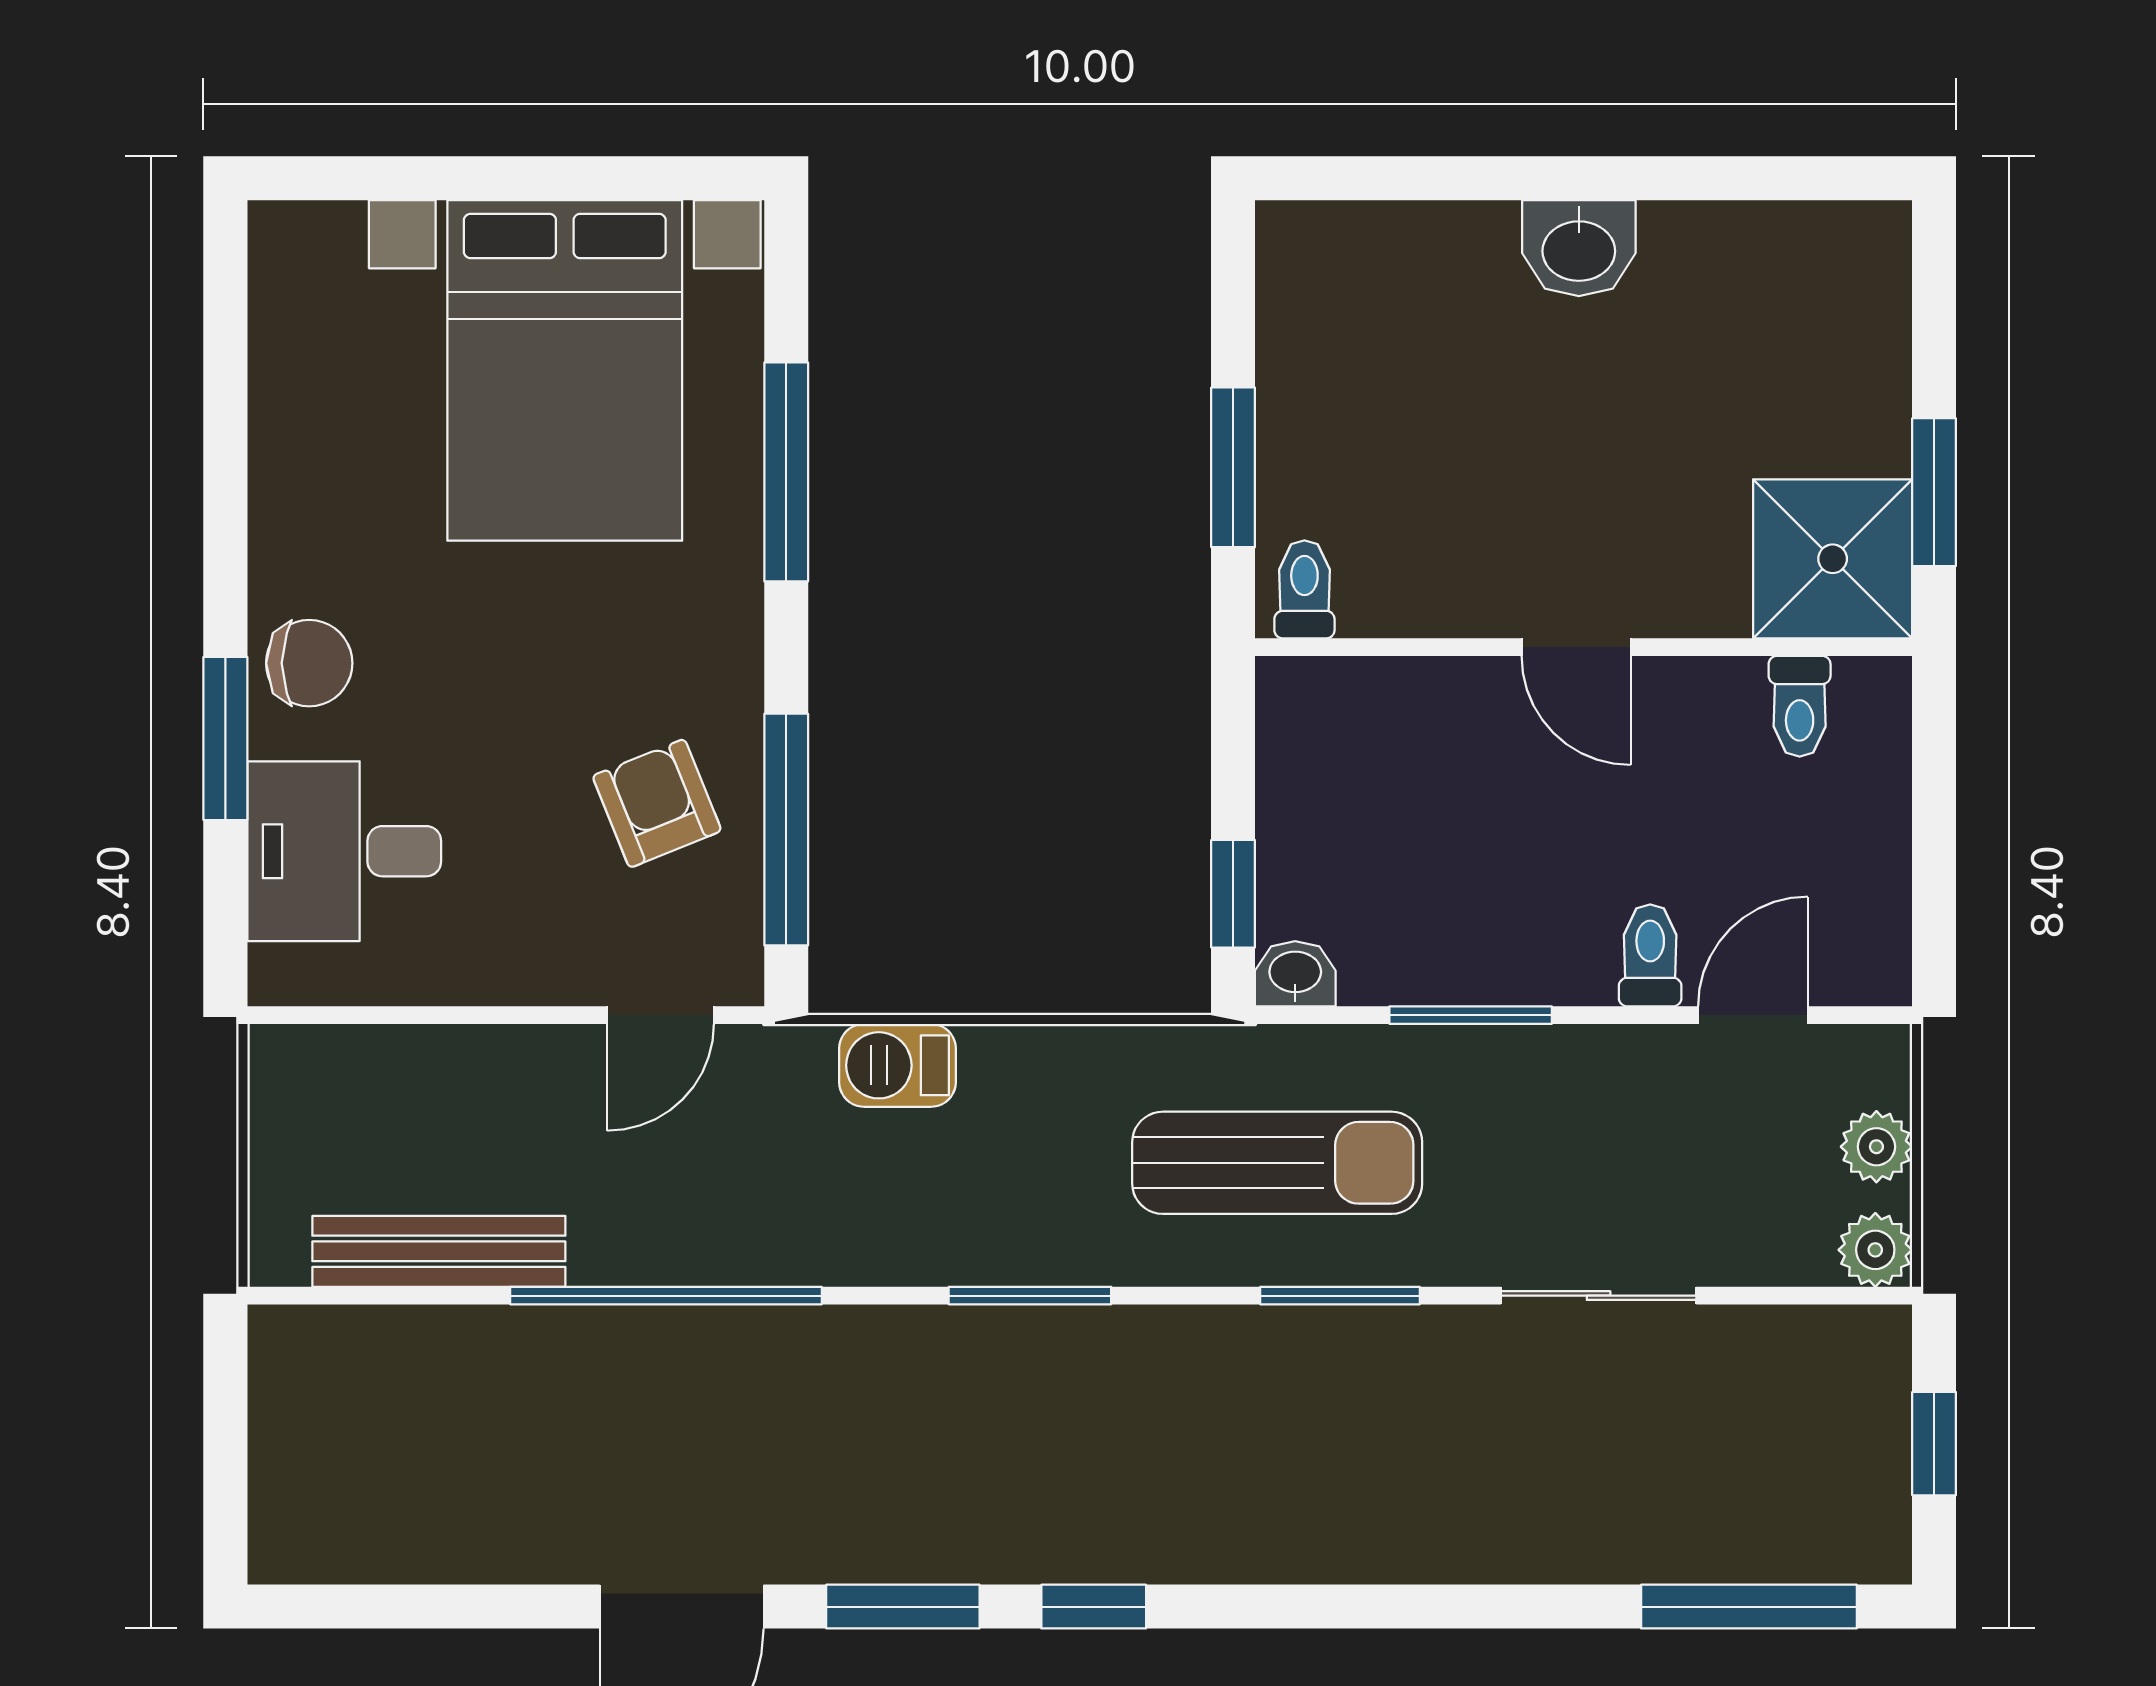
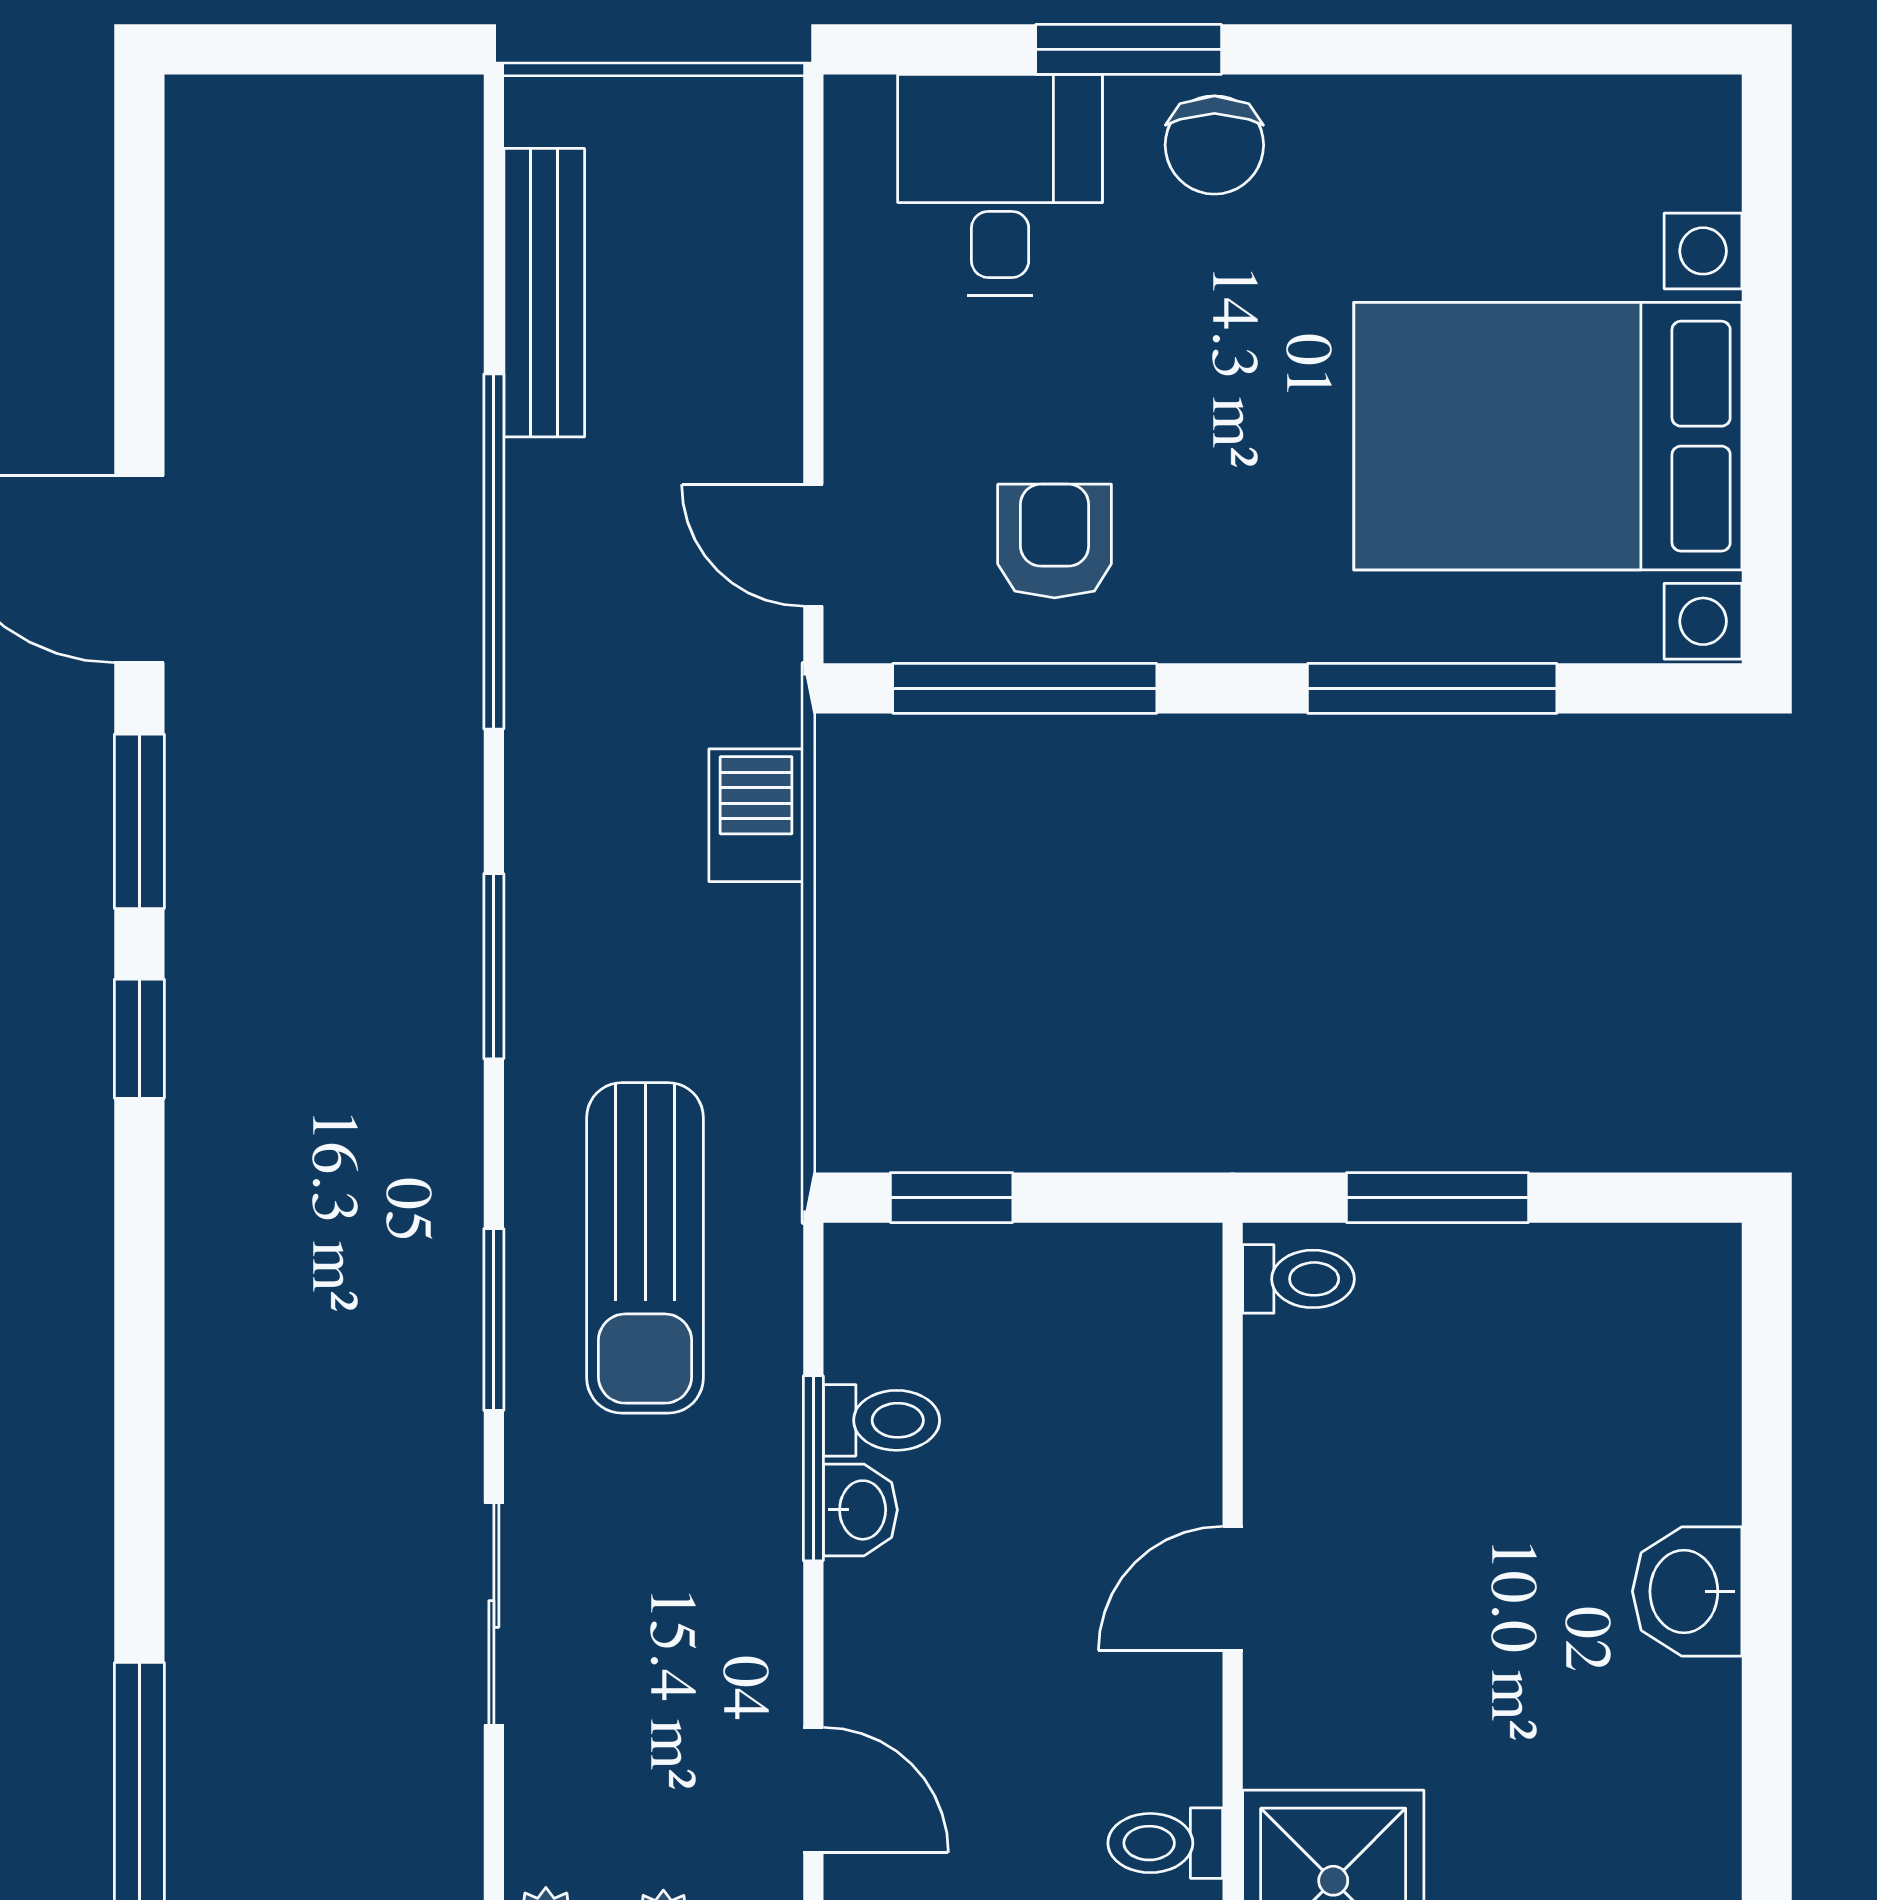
armchair: (657, 803) -> (1055, 541), turned -68
toilet: (1650, 955) -> (881, 1420), moved
washbasin: (1295, 974) -> (860, 1510), moved

